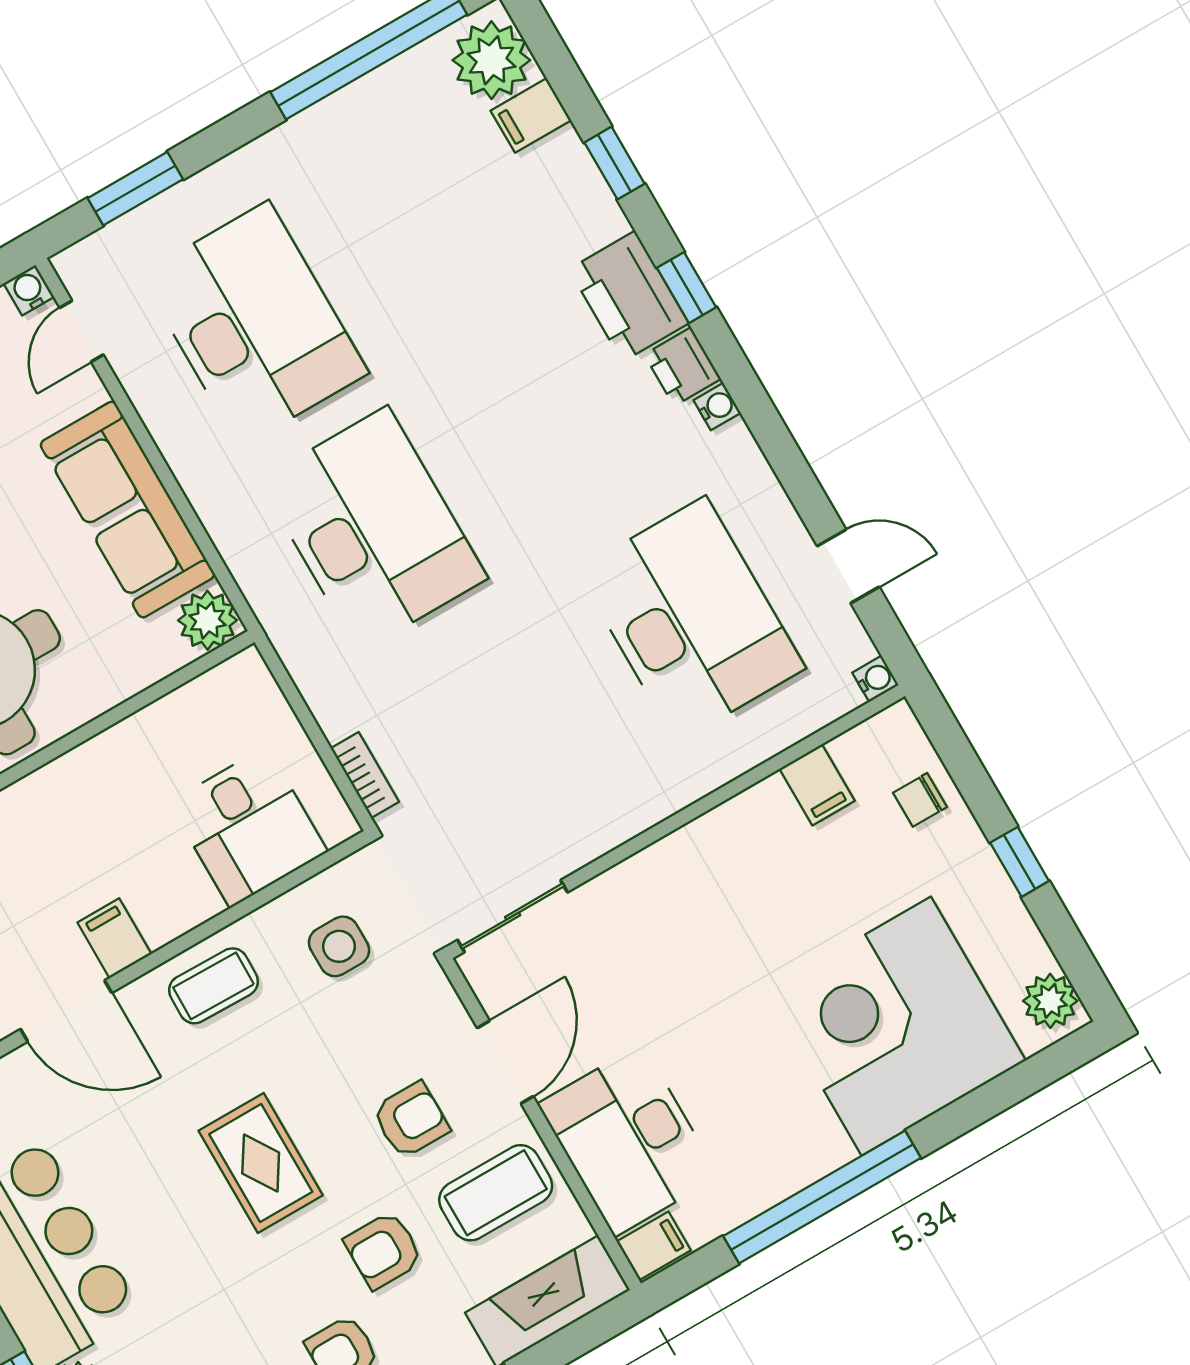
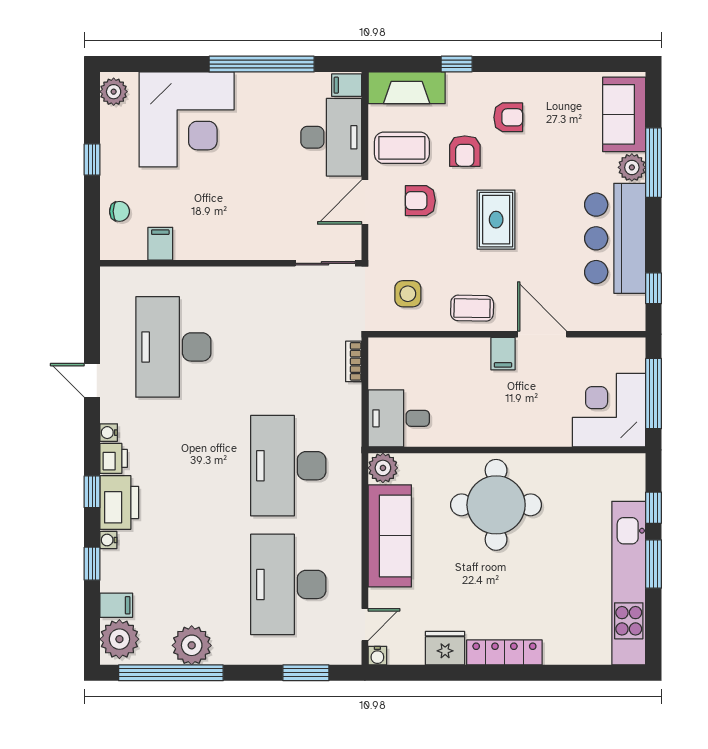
plant: (360, 122) -> (192, 645), added
door: (848, 566) -> (92, 380), moved
water cooler: (875, 679) -> (108, 540), moved
desk: (248, 827) -> (399, 418), moved, turned -90
armchair: (383, 1250) -> (465, 151), turned 90

